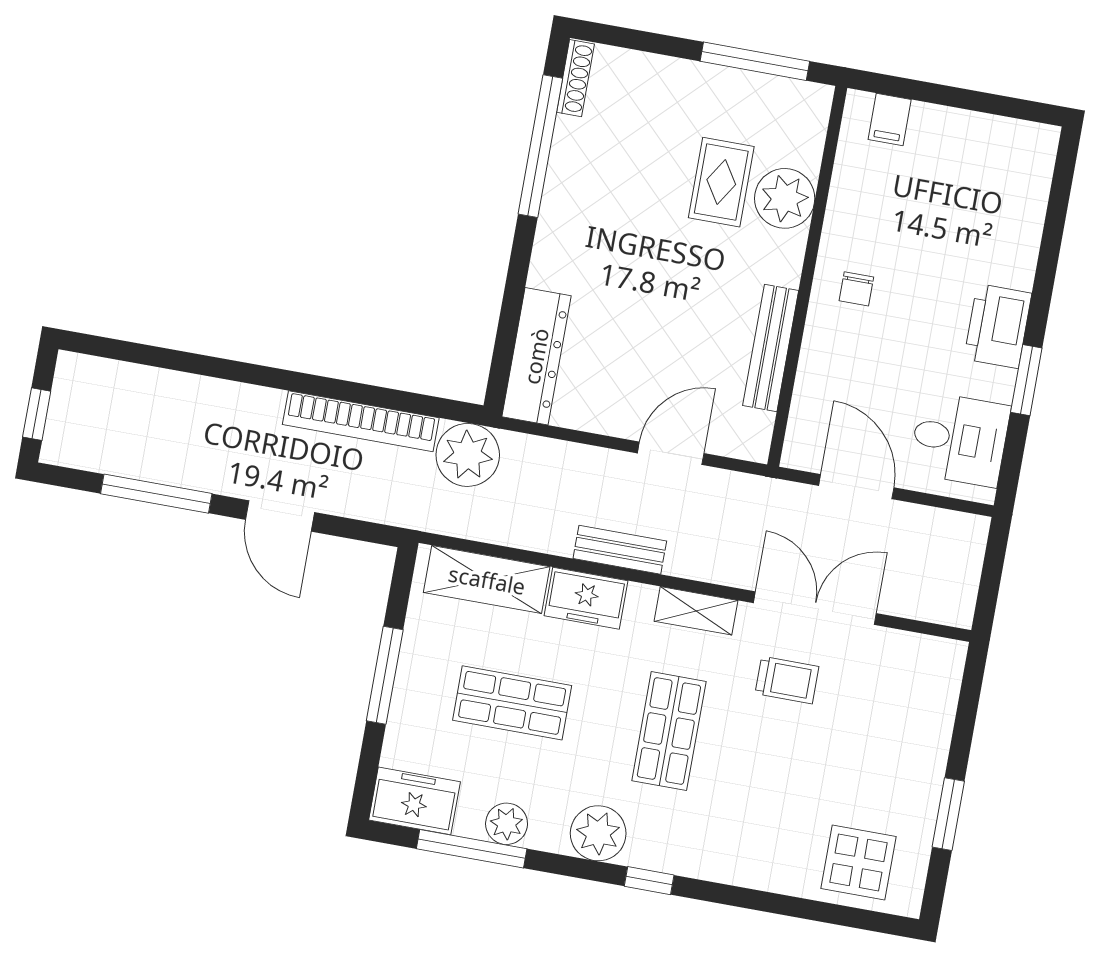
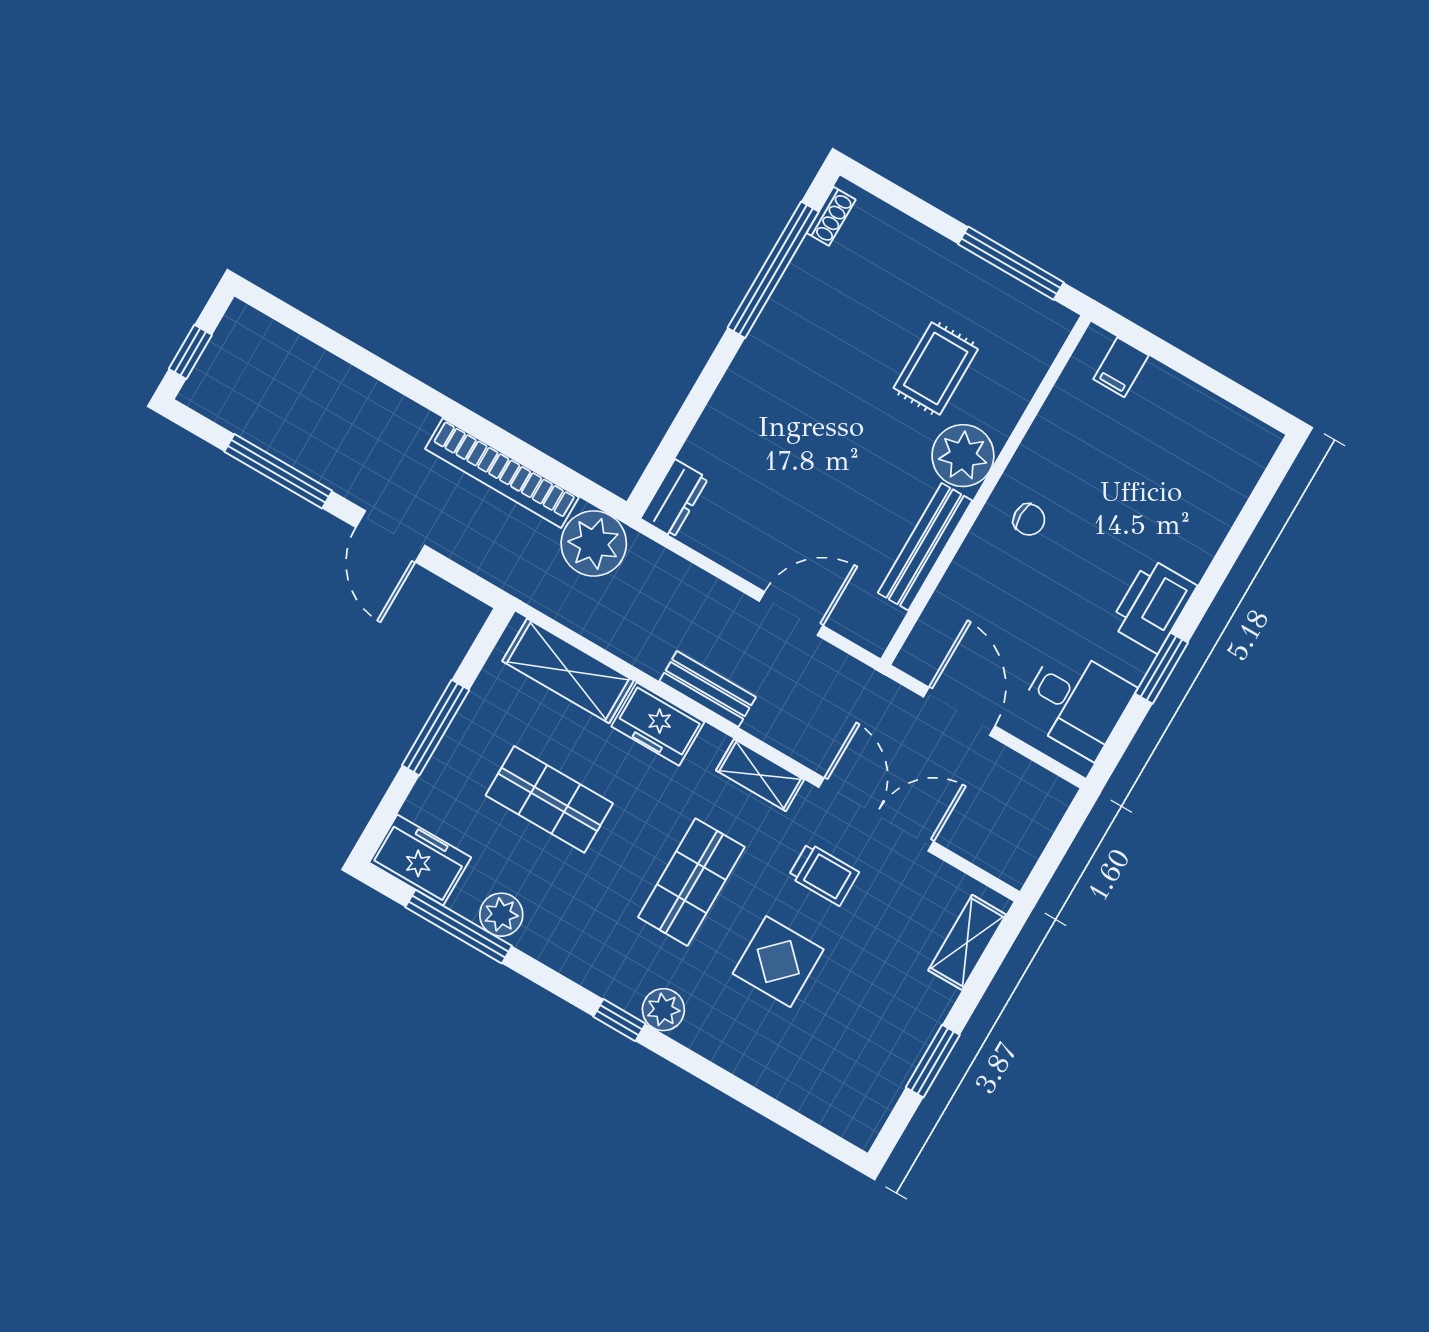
shoe rack: (576, 78) -> (831, 216), width x0.70
plant: (785, 198) -> (963, 456), moved
chair: (856, 289) -> (1029, 520), turned -90
dresser: (536, 356) -> (674, 498), width x0.51, depth x0.80
shelving: (940, 695) -> (967, 942), added
plant: (598, 833) -> (663, 1010), moved, width x0.73, depth x0.73
display table: (859, 863) -> (778, 962), moved

